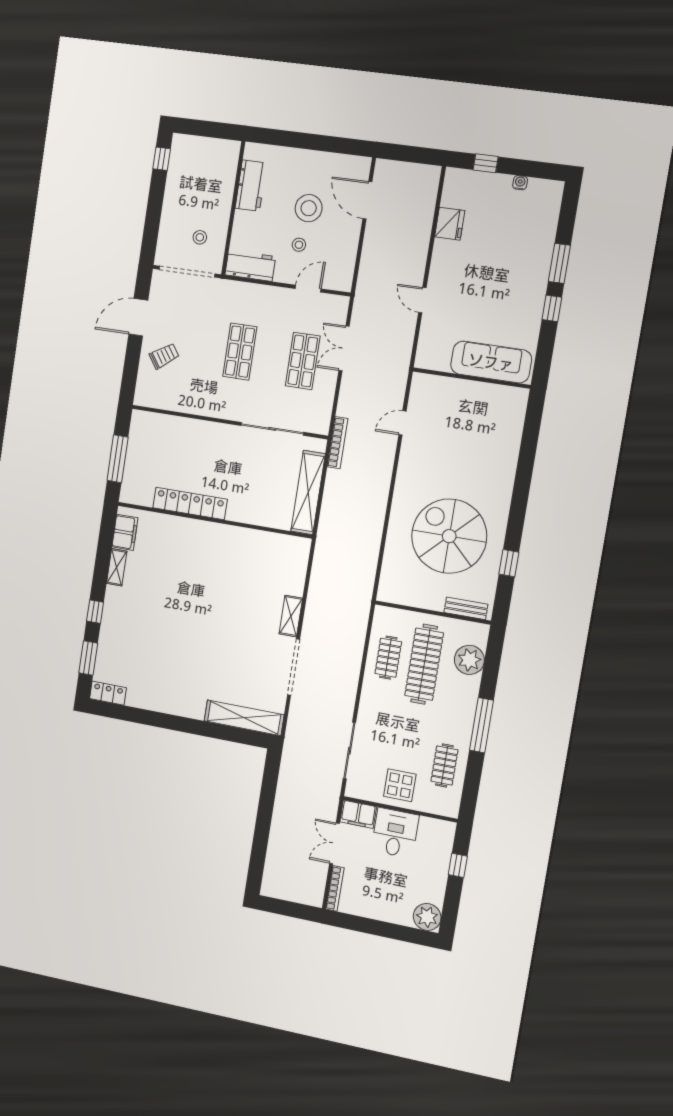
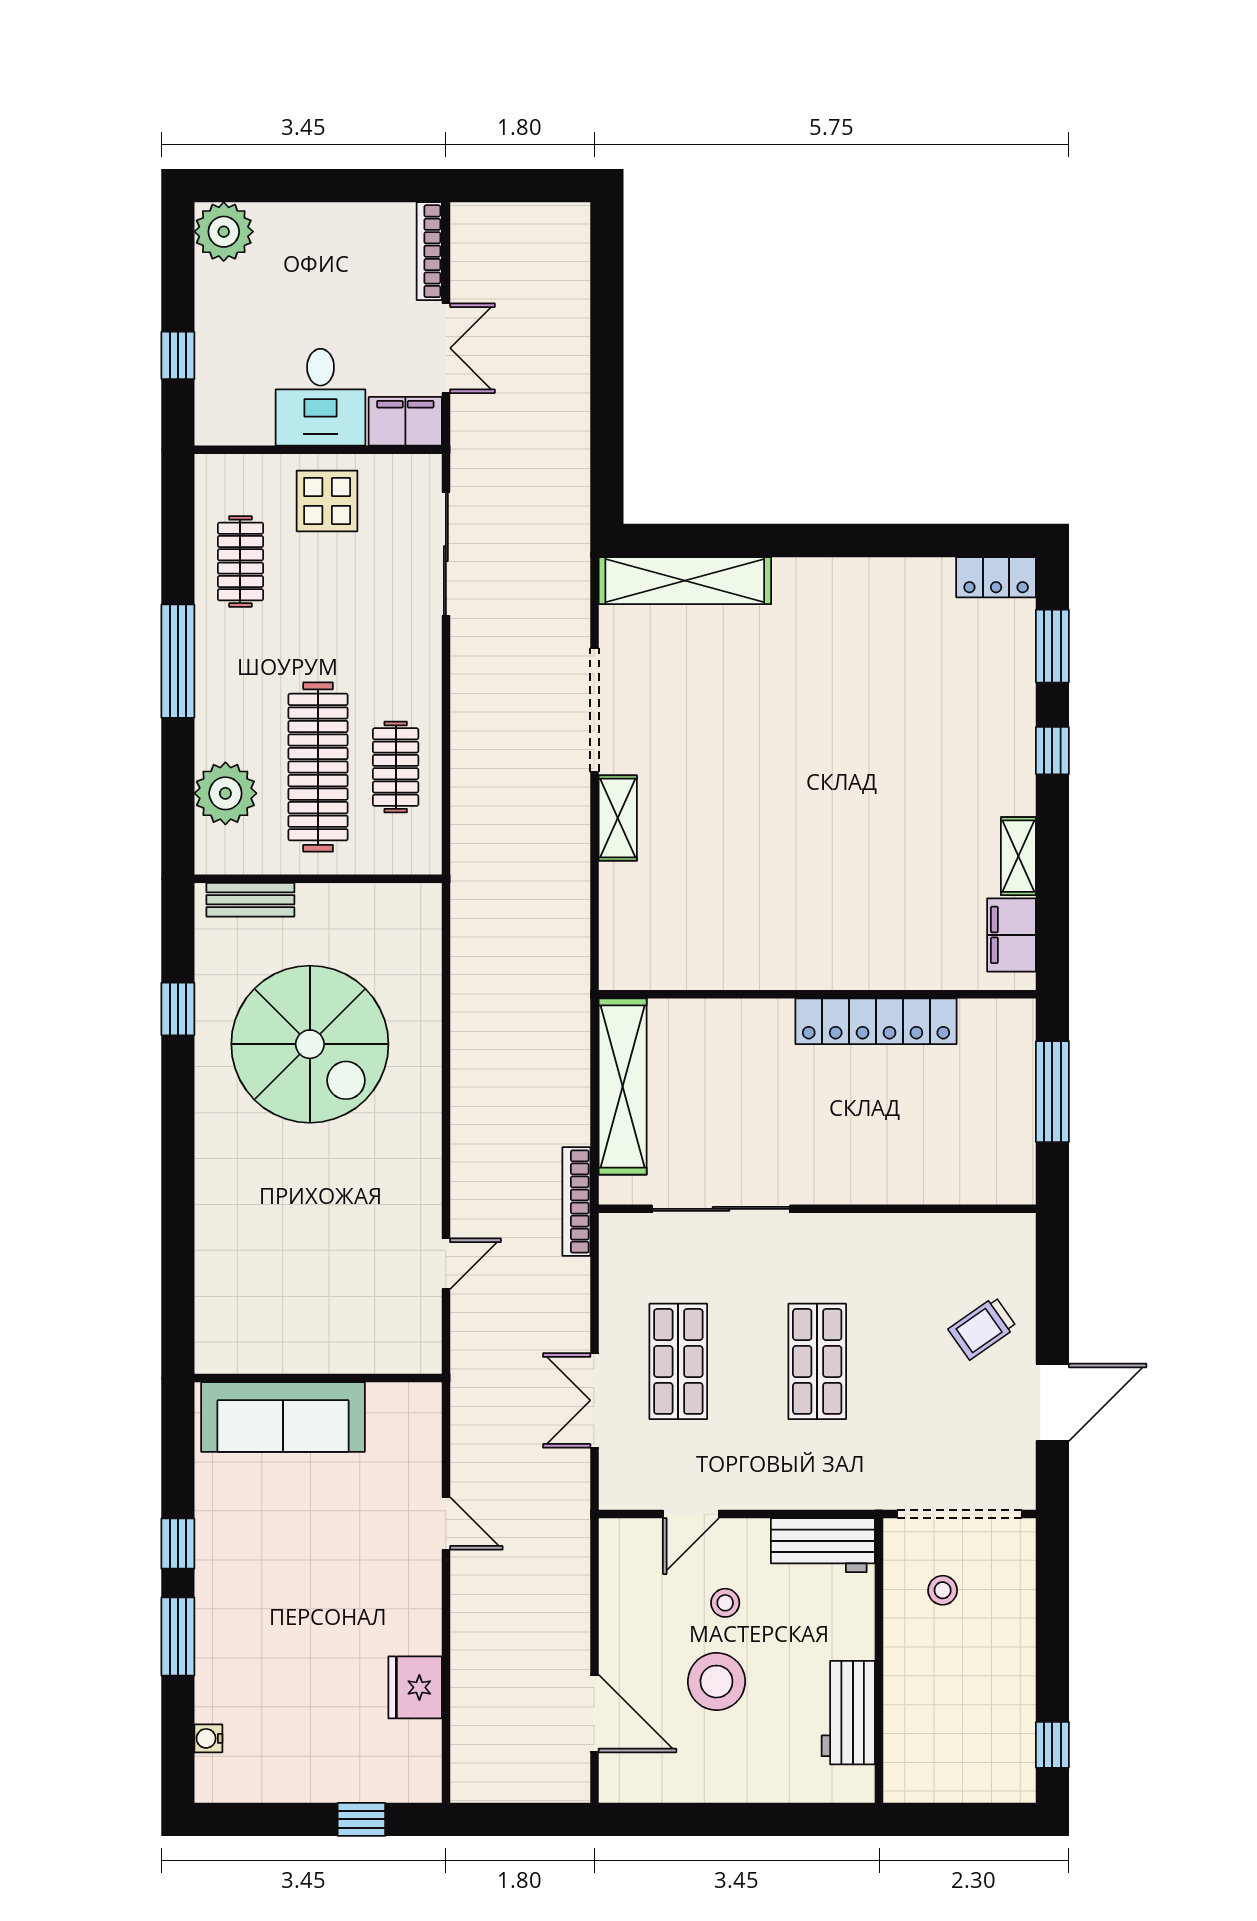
water cooler: (520, 183) -> (208, 1738), moved, turned 90
double door: (344, 348) -> (594, 1400), swing flipped

